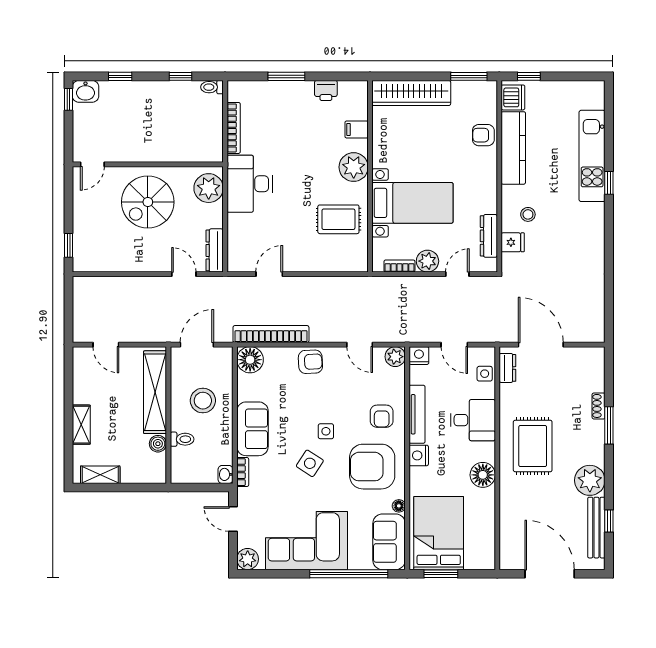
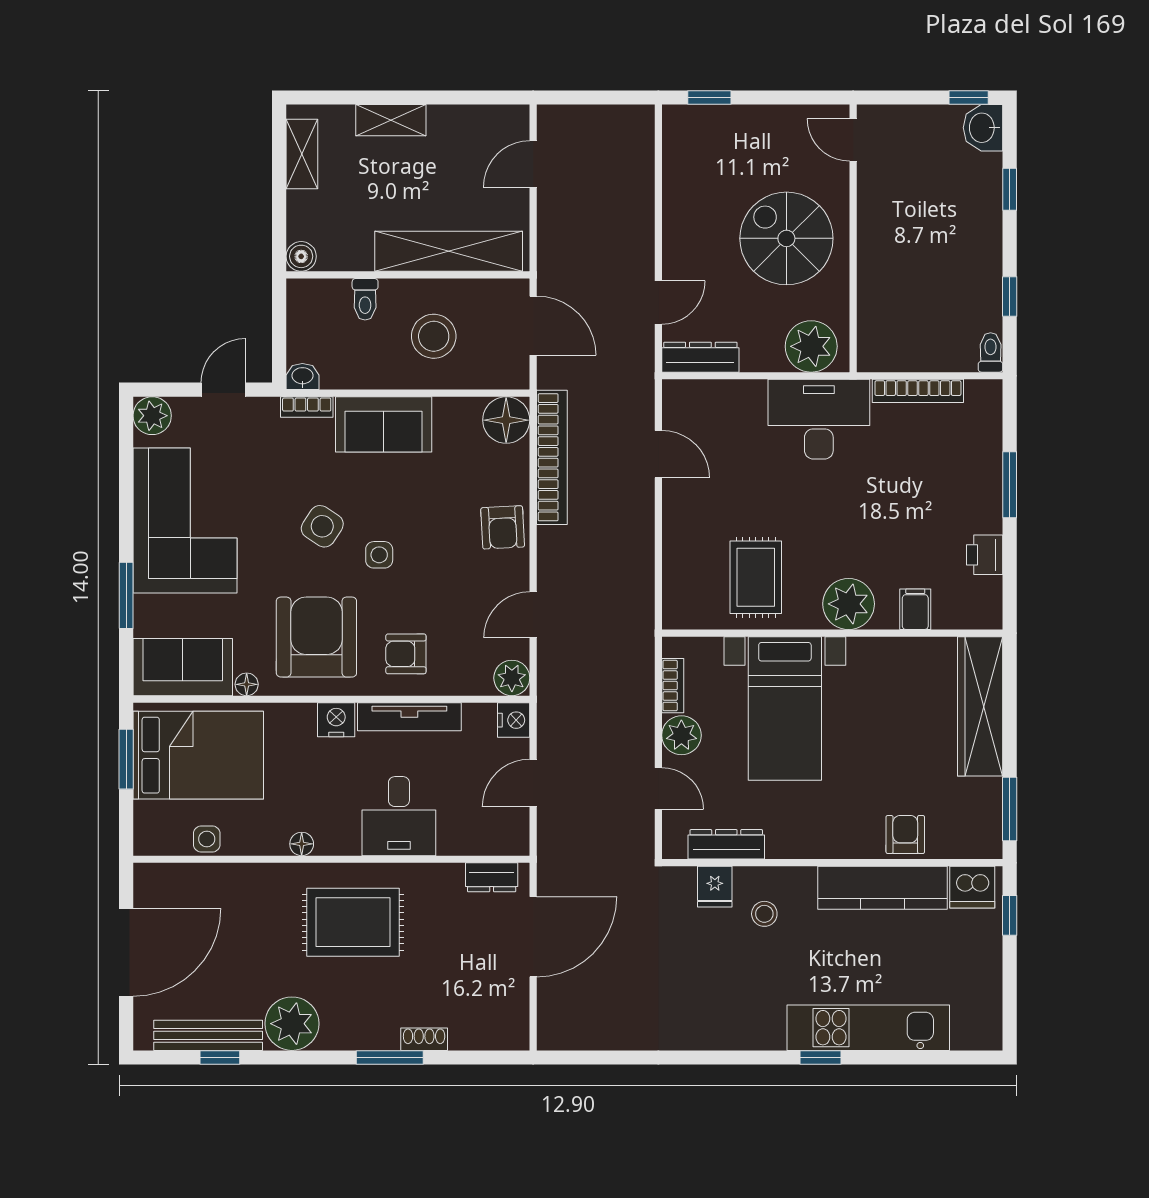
side table: (485, 374) -> (207, 839), moved
boiler: (158, 444) -> (301, 256), moved
floor lamp: (483, 475) -> (302, 844), width x0.53, depth x0.53
window: (349, 574) -> (126, 595), width x0.47

